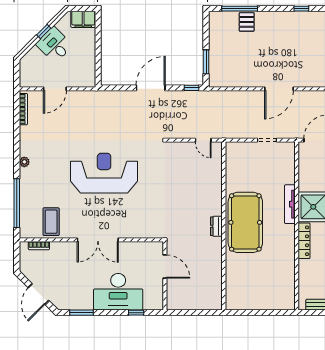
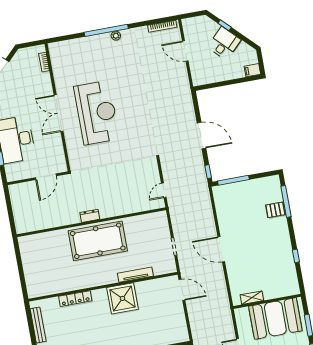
filing cabinet: (83, 19) -> (252, 70), width x0.50
window: (44, 32) -> (225, 25), moved
window: (206, 62) -> (233, 180), width x1.44
reception desk: (104, 173) -> (97, 113), moved
window: (17, 203) -> (106, 30), moved
tv unit: (290, 204) -> (135, 275), moved
coffee table: (51, 222) -> (67, 69), removed
locker: (304, 241) -> (75, 299), moved

